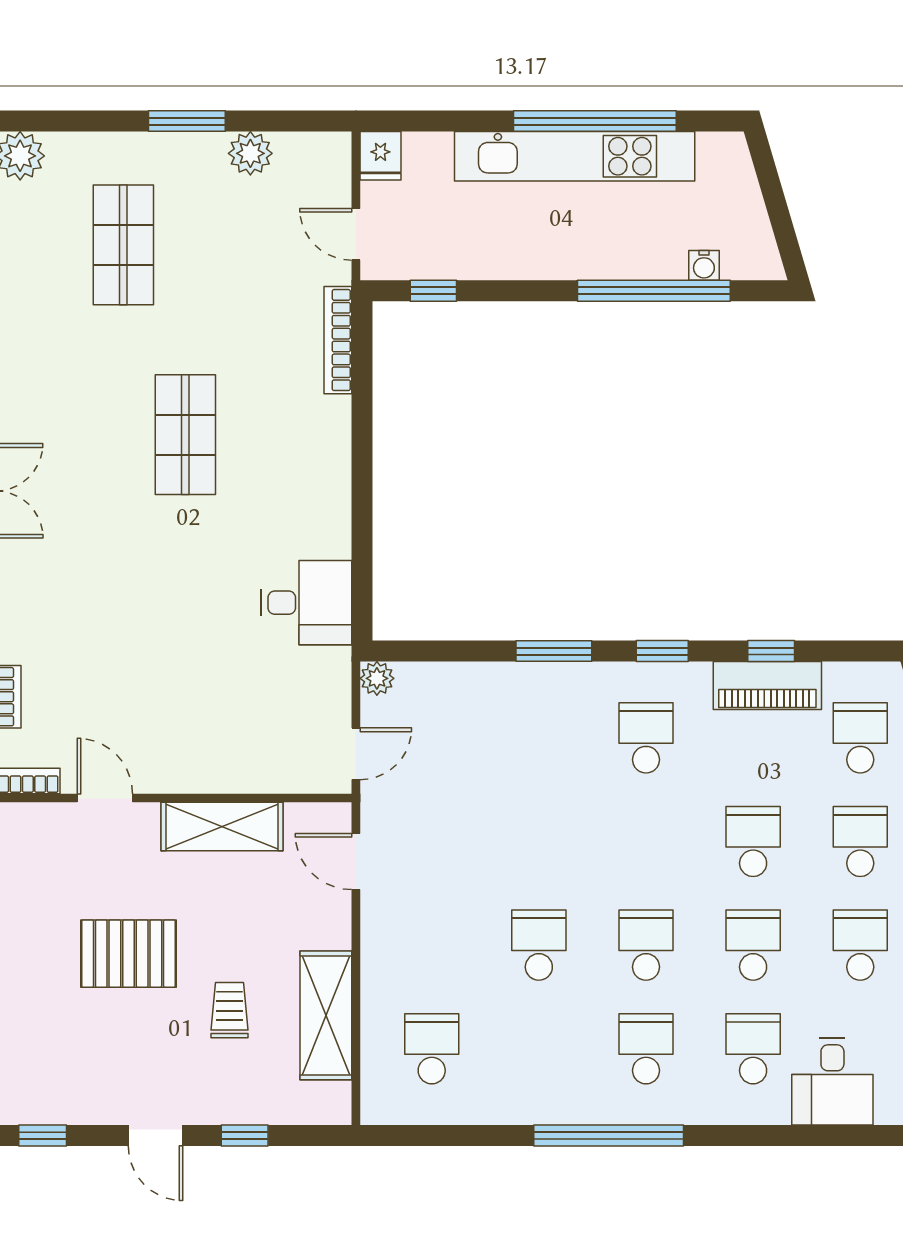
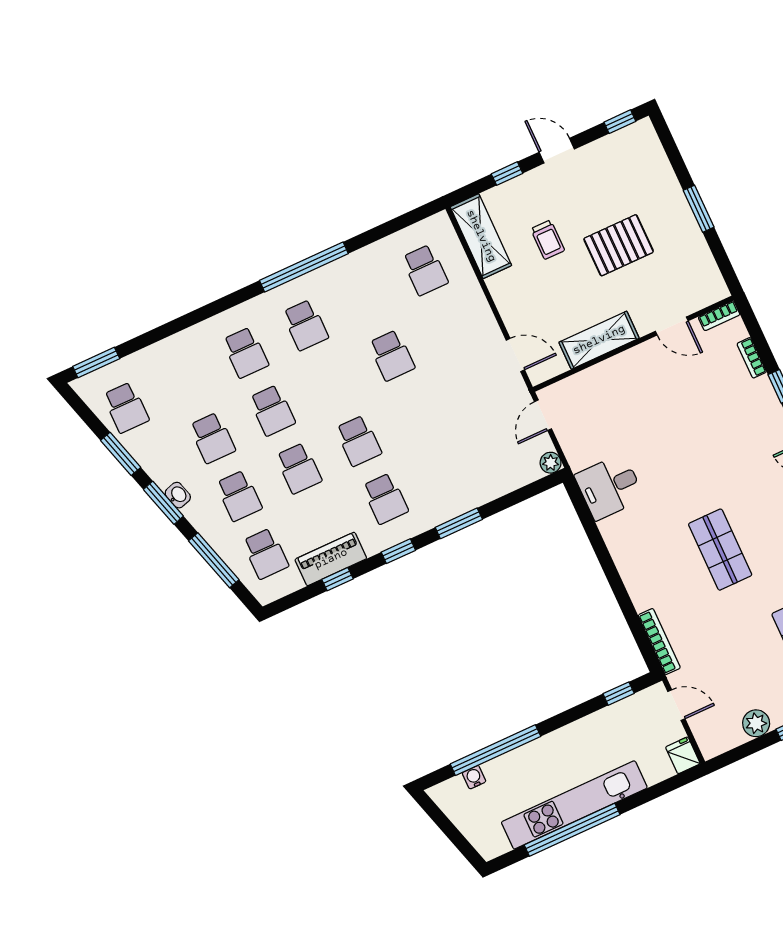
school desk: (646, 945) -> (359, 441), moved
shelving: (326, 1015) -> (481, 236), moved
desk: (832, 1081) -> (193, 355), removed

